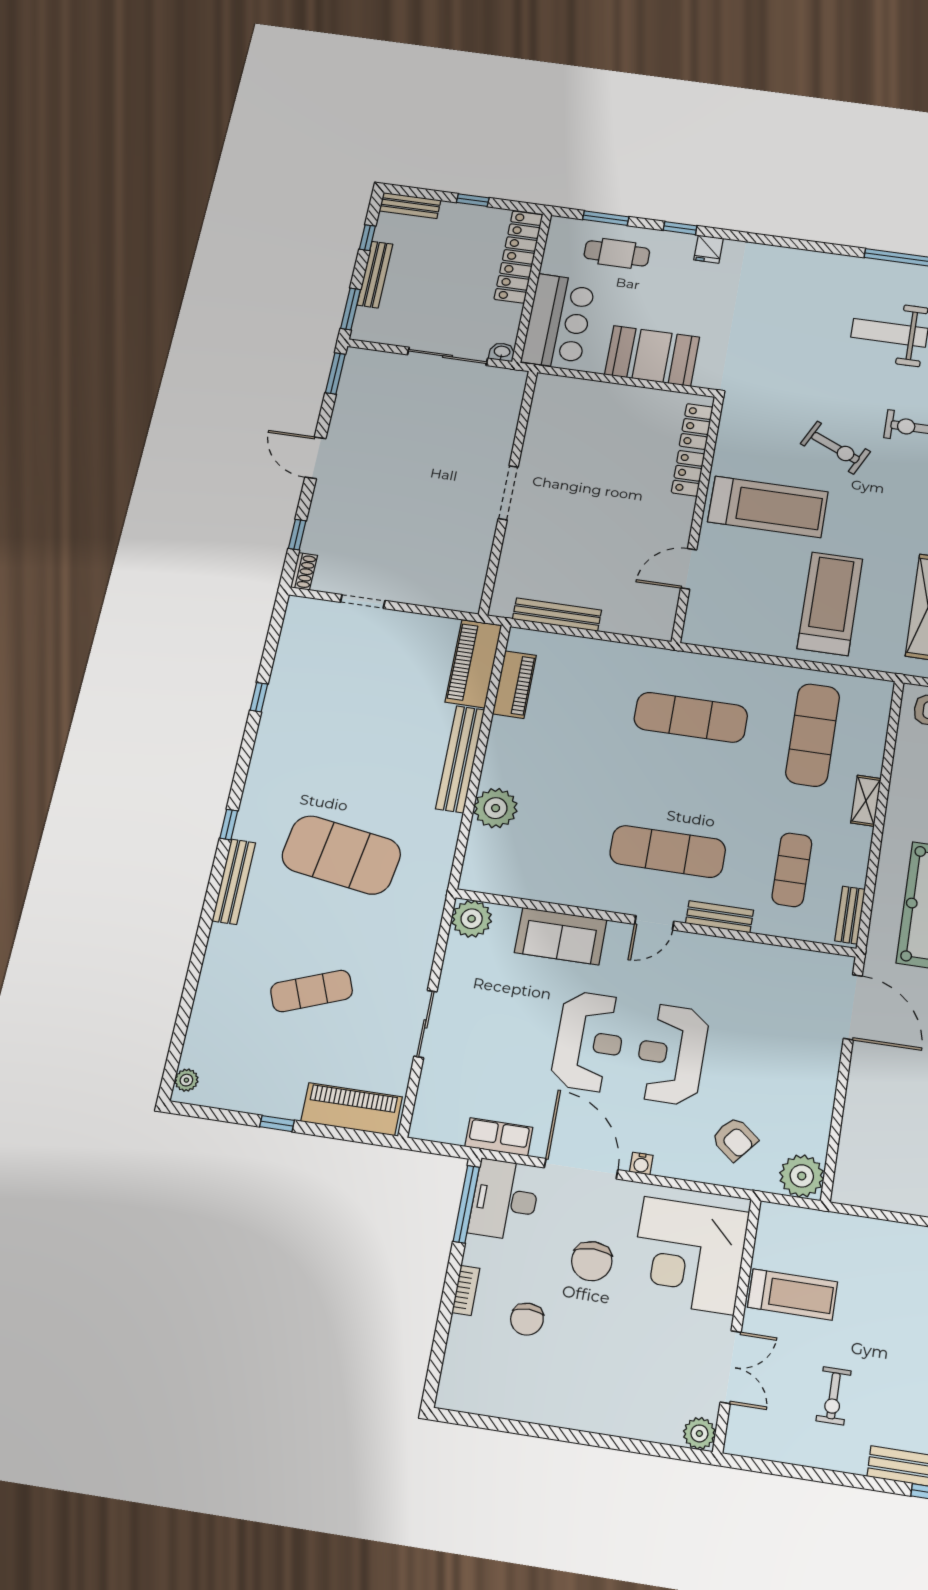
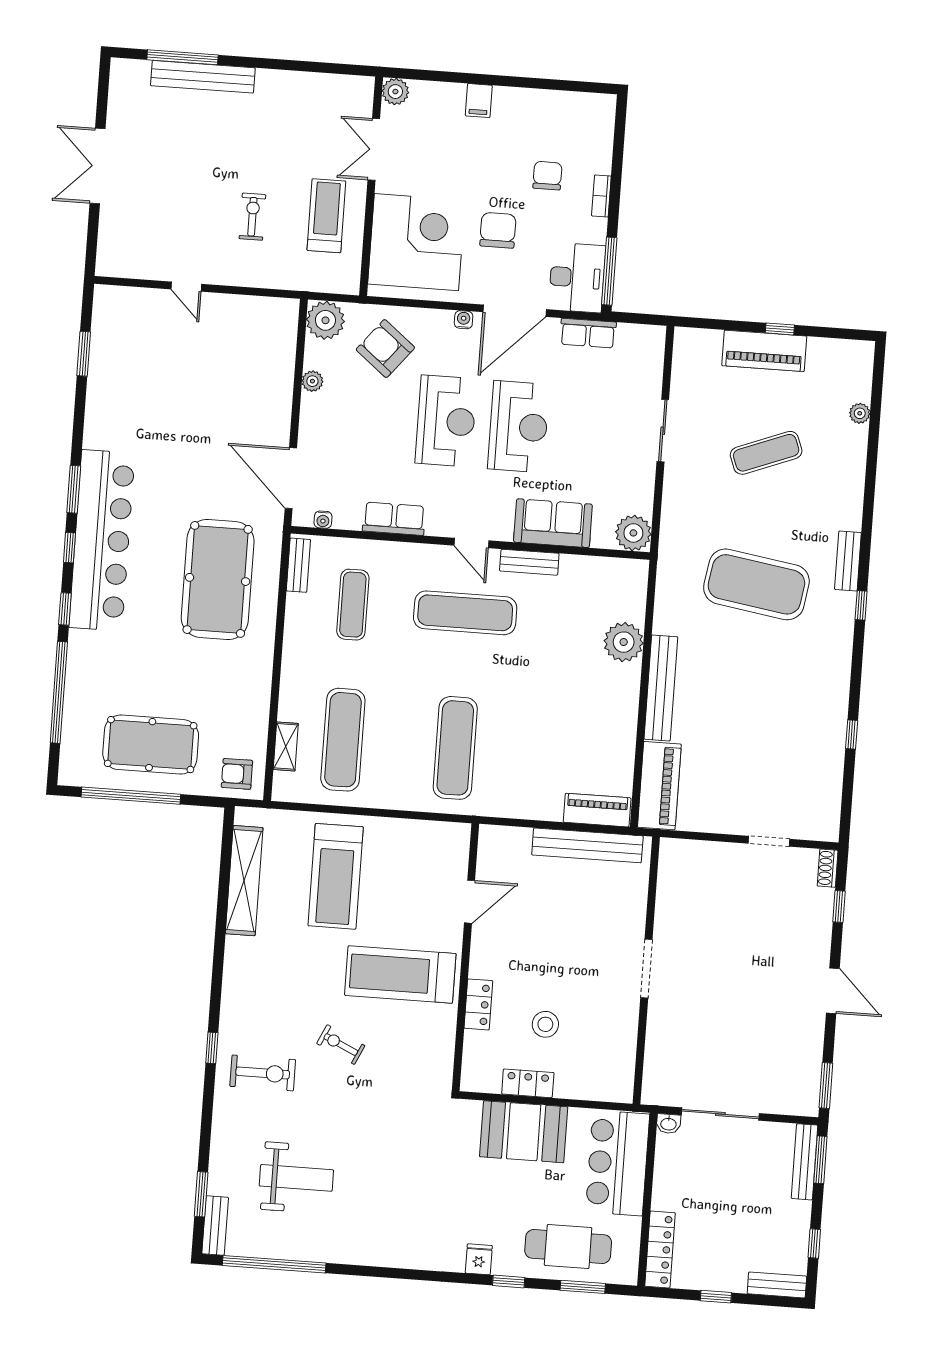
cafe table: (617, 253) -> (568, 1247), width x1.37, depth x1.35
locker: (519, 257) -> (660, 1249), width x0.71, depth x0.83
bench: (375, 275) -> (805, 1162), moved
locker: (696, 426) -> (528, 1083), moved, turned -90
exercise bike: (835, 448) -> (341, 1045), width x0.73, depth x0.72
stool: (620, 450) -> (545, 1024), added
bench: (557, 615) -> (587, 845), width x1.37, depth x1.21
piano: (514, 685) -> (597, 810), moved, turned 90
exercise mat: (691, 717) -> (455, 748), turned 90
shelving: (866, 801) -> (286, 746), moved
bench: (234, 882) -> (848, 561), width x0.73
bench: (719, 917) -> (529, 562), moved
door: (654, 923) -> (471, 543), swing flipped
row of seats: (739, 955) -> (394, 519), added
water cooler: (819, 960) -> (323, 520), added
reception desk: (589, 1042) -> (519, 427), turned 180
plant: (186, 1080) -> (860, 413), moved
piano: (352, 1109) -> (764, 351), moved
plant: (821, 1110) -> (312, 381), added
armchair: (734, 1139) -> (385, 349), width x1.38, depth x1.38
door: (581, 1169) -> (515, 311), hinge flipped
treadmill: (793, 1295) -> (326, 216), turned 90
exercise bike: (834, 1396) -> (252, 217), moved
filing cabinet: (600, 1414) -> (479, 101), added

